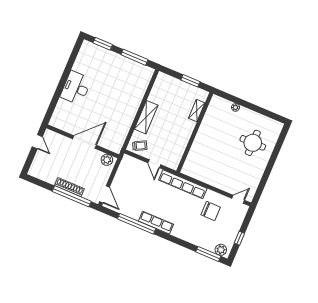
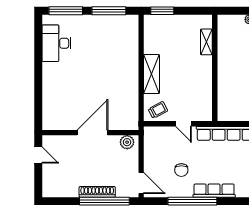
window: (103, 44) -> (66, 11), width x1.44
window: (190, 81) -> (162, 11), moved
desk: (76, 88) -> (56, 43), moved
chair: (138, 197) -> (181, 170), added

